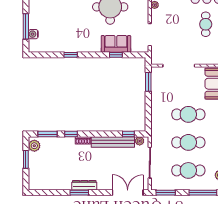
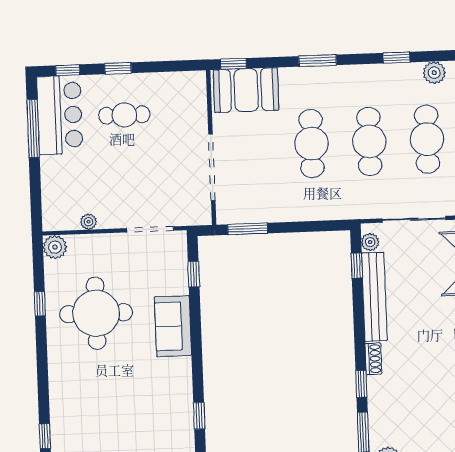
sofa: (116, 44) -> (173, 326), moved
window: (71, 55) -> (199, 416), moved
window: (116, 55) -> (194, 274), moved

